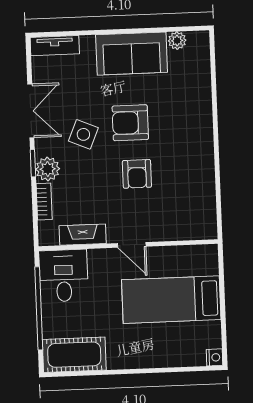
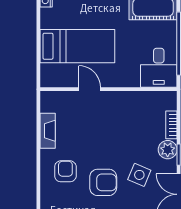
armchair: (137, 174) -> (65, 171), moved
fireplace: (83, 235) -> (48, 131), moved, turned -90
door: (132, 245) -> (90, 89), moved

